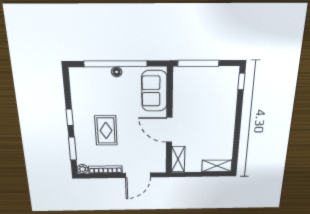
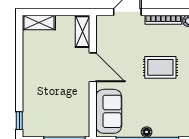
rug: (106, 131) -> (160, 67), turned 90

